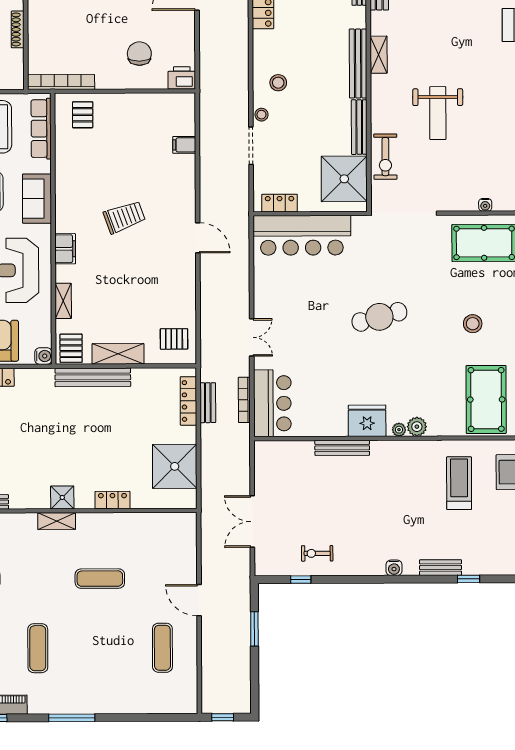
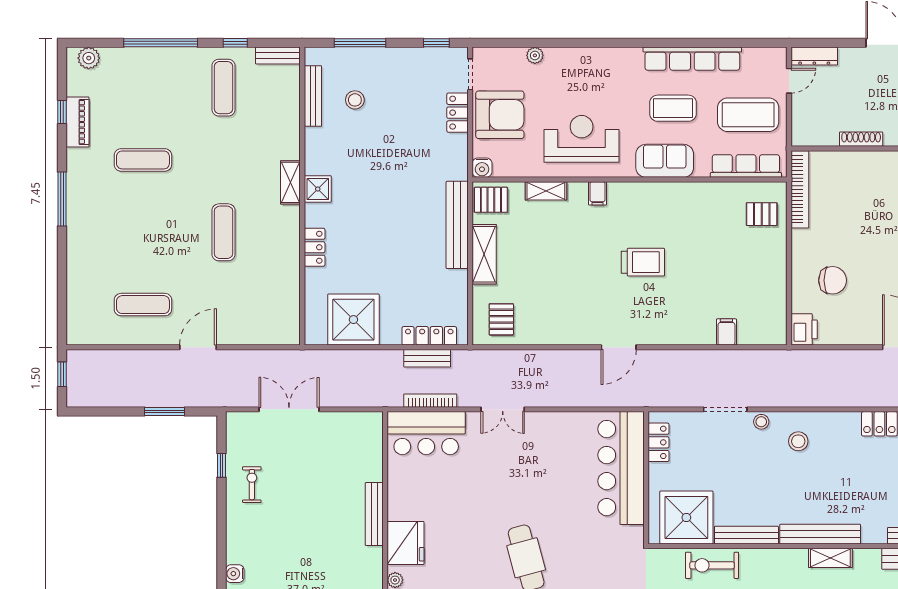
trolley: (124, 217) -> (643, 262), turned -70
filing cabinet: (65, 249) -> (598, 193), width x0.50

